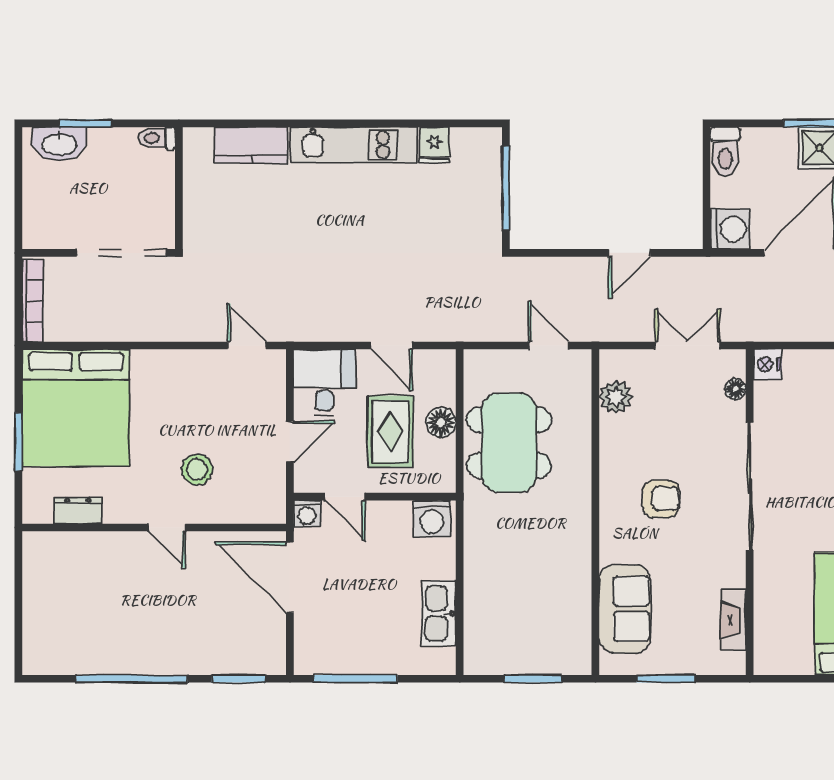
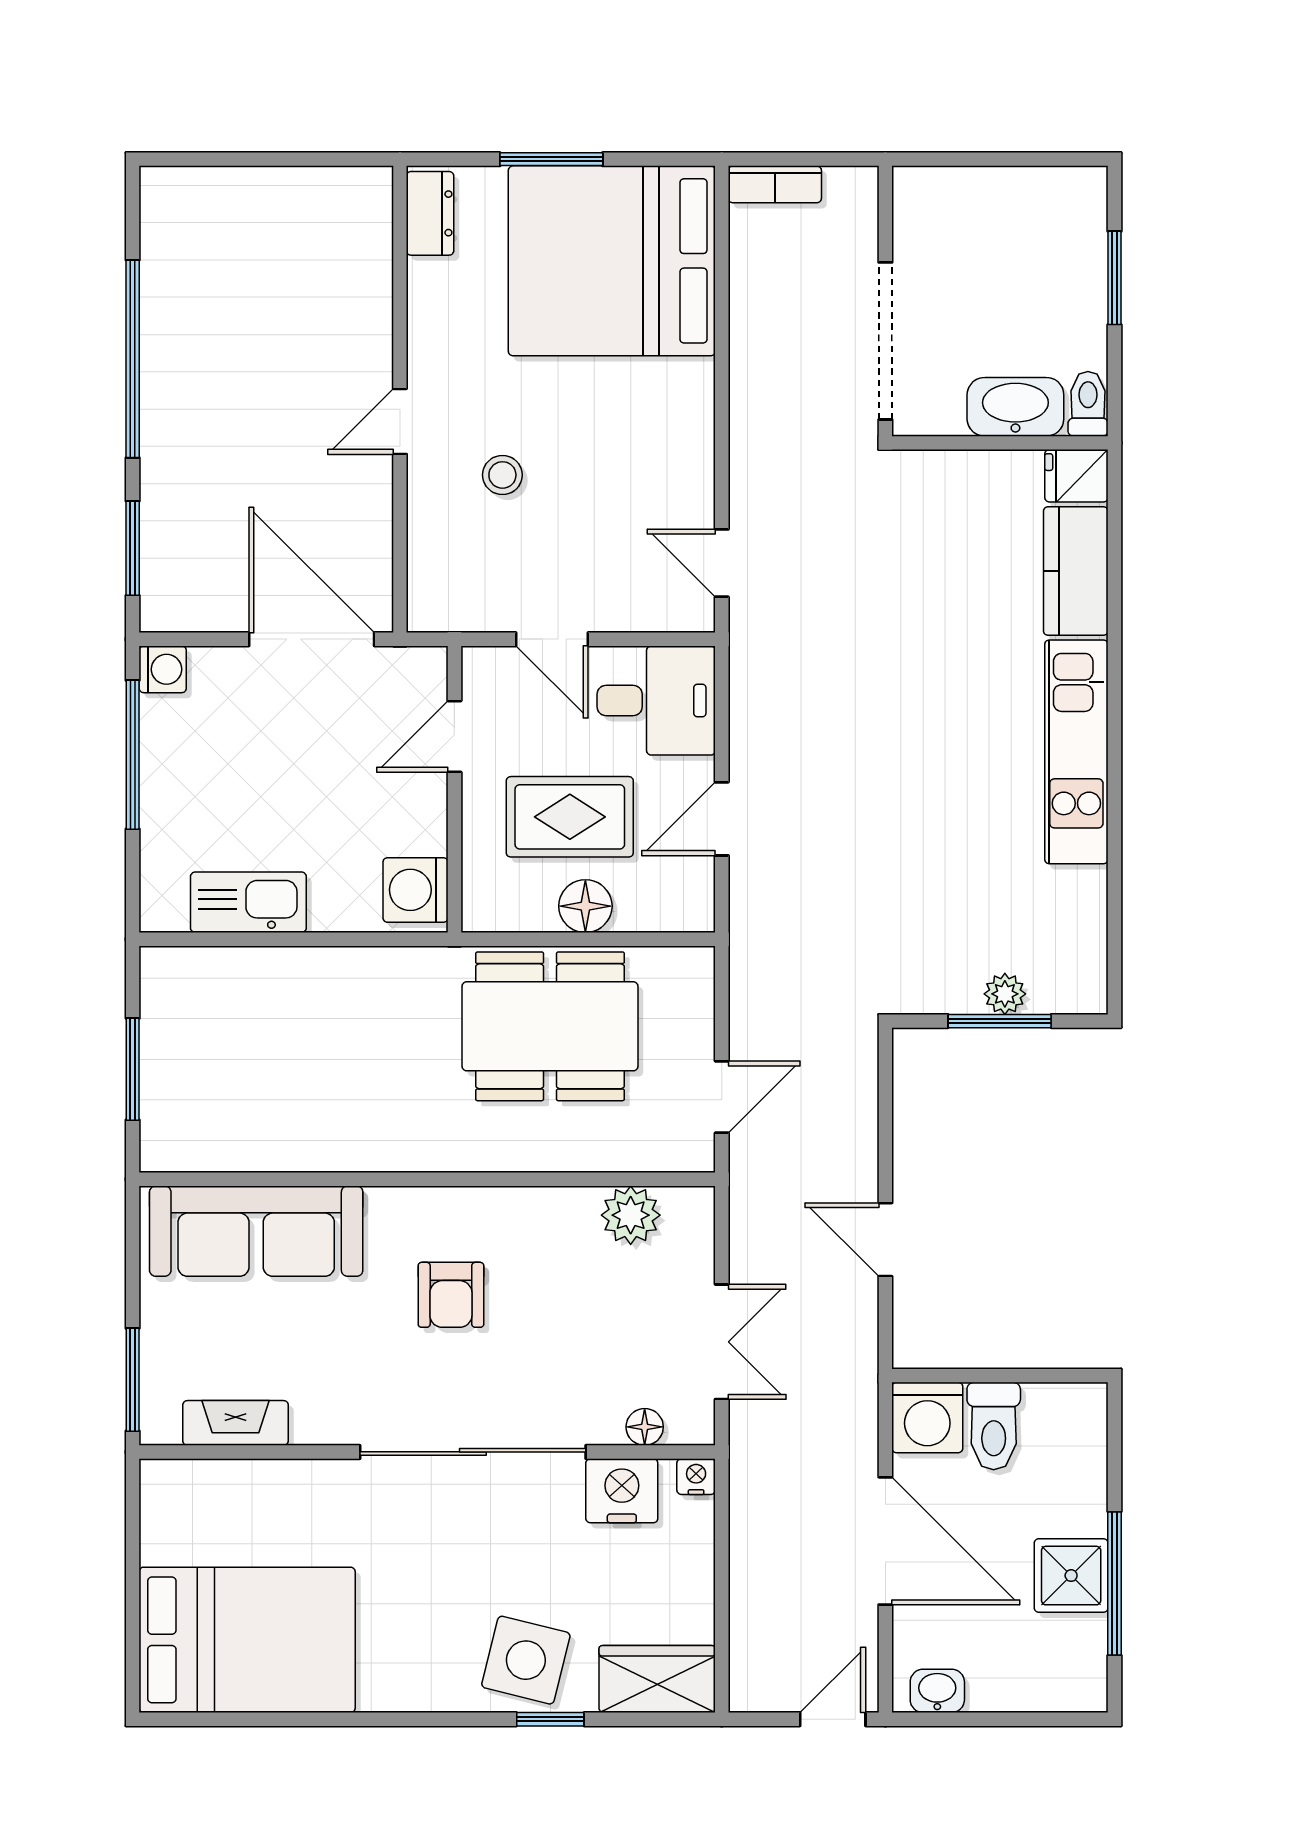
washbasin: (59, 144) -> (1015, 407), moved, turned 90
fridge: (434, 145) -> (1076, 476), moved
toilet: (725, 152) -> (994, 1426), moved, turned -90
plant: (491, 185) -> (1005, 994), added
window: (506, 188) -> (1000, 1021), width x0.69
bookcase: (33, 301) -> (775, 184), width x0.64
door: (247, 345) -> (722, 563), swing flipped
nightstand: (767, 364) -> (696, 1477), width x0.72, depth x0.74
nightstand: (772, 402) -> (622, 1491), added
stool: (197, 470) -> (502, 475), width x0.73, depth x0.73
dresser: (78, 510) -> (430, 213), moved
washing machine: (307, 514) -> (163, 669), moved, turned 180
door: (290, 577) -> (312, 639), hinge flipped
sofa: (625, 609) -> (256, 1231), width x1.36
window: (666, 679) -> (133, 1380), moved

